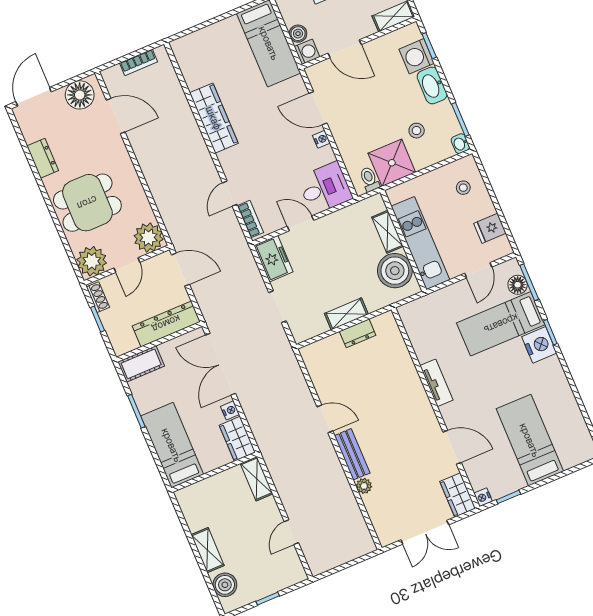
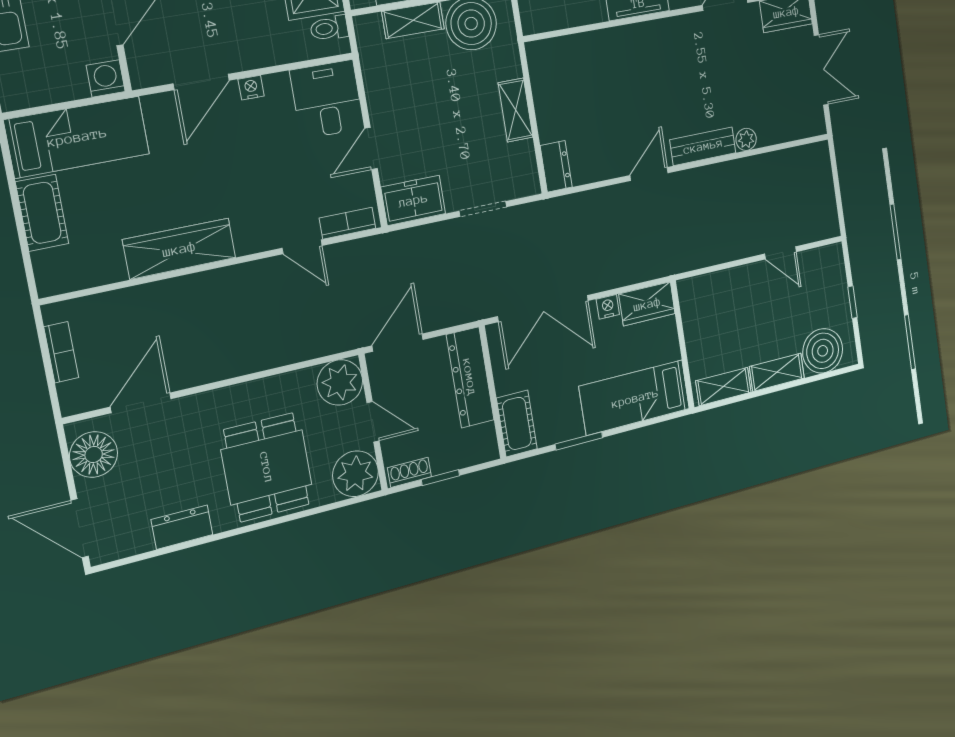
cot: (219, 33) -> (42, 213), added
boiler: (298, 34) -> (72, 86), removed
dresser: (358, 333) -> (556, 166), moved
shelving: (257, 479) -> (723, 387), moved
boiler: (225, 585) -> (823, 351), width x1.37, depth x1.37

